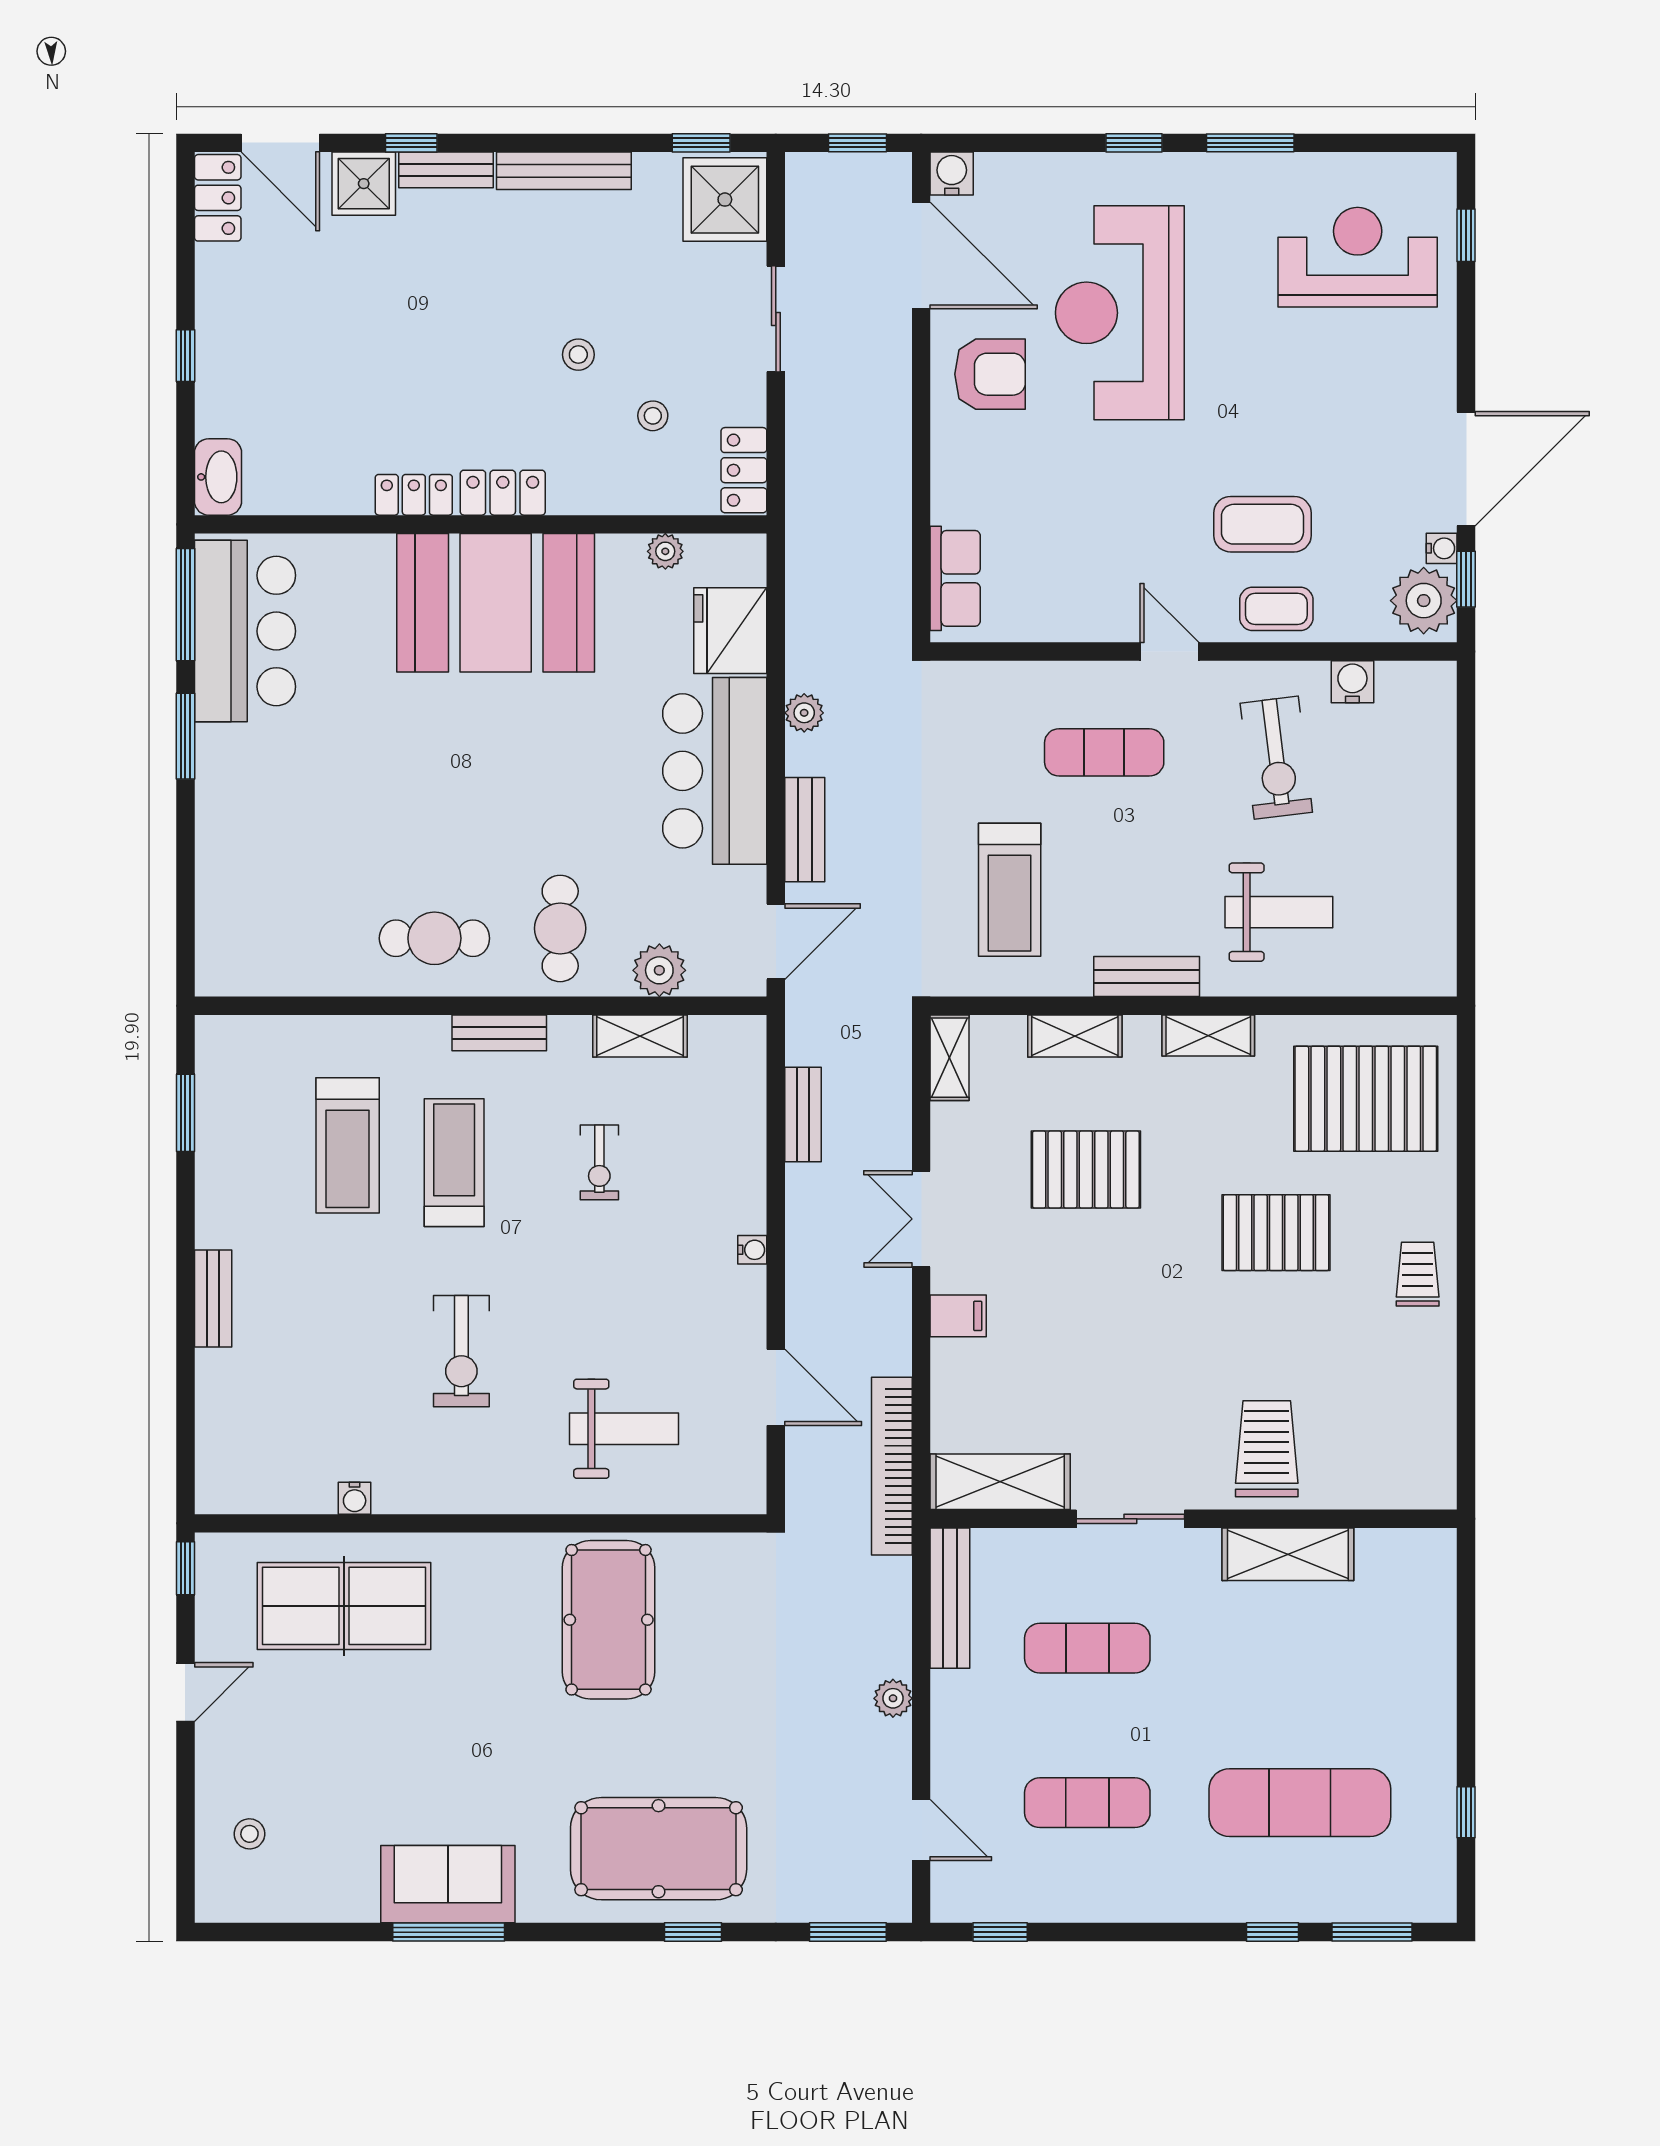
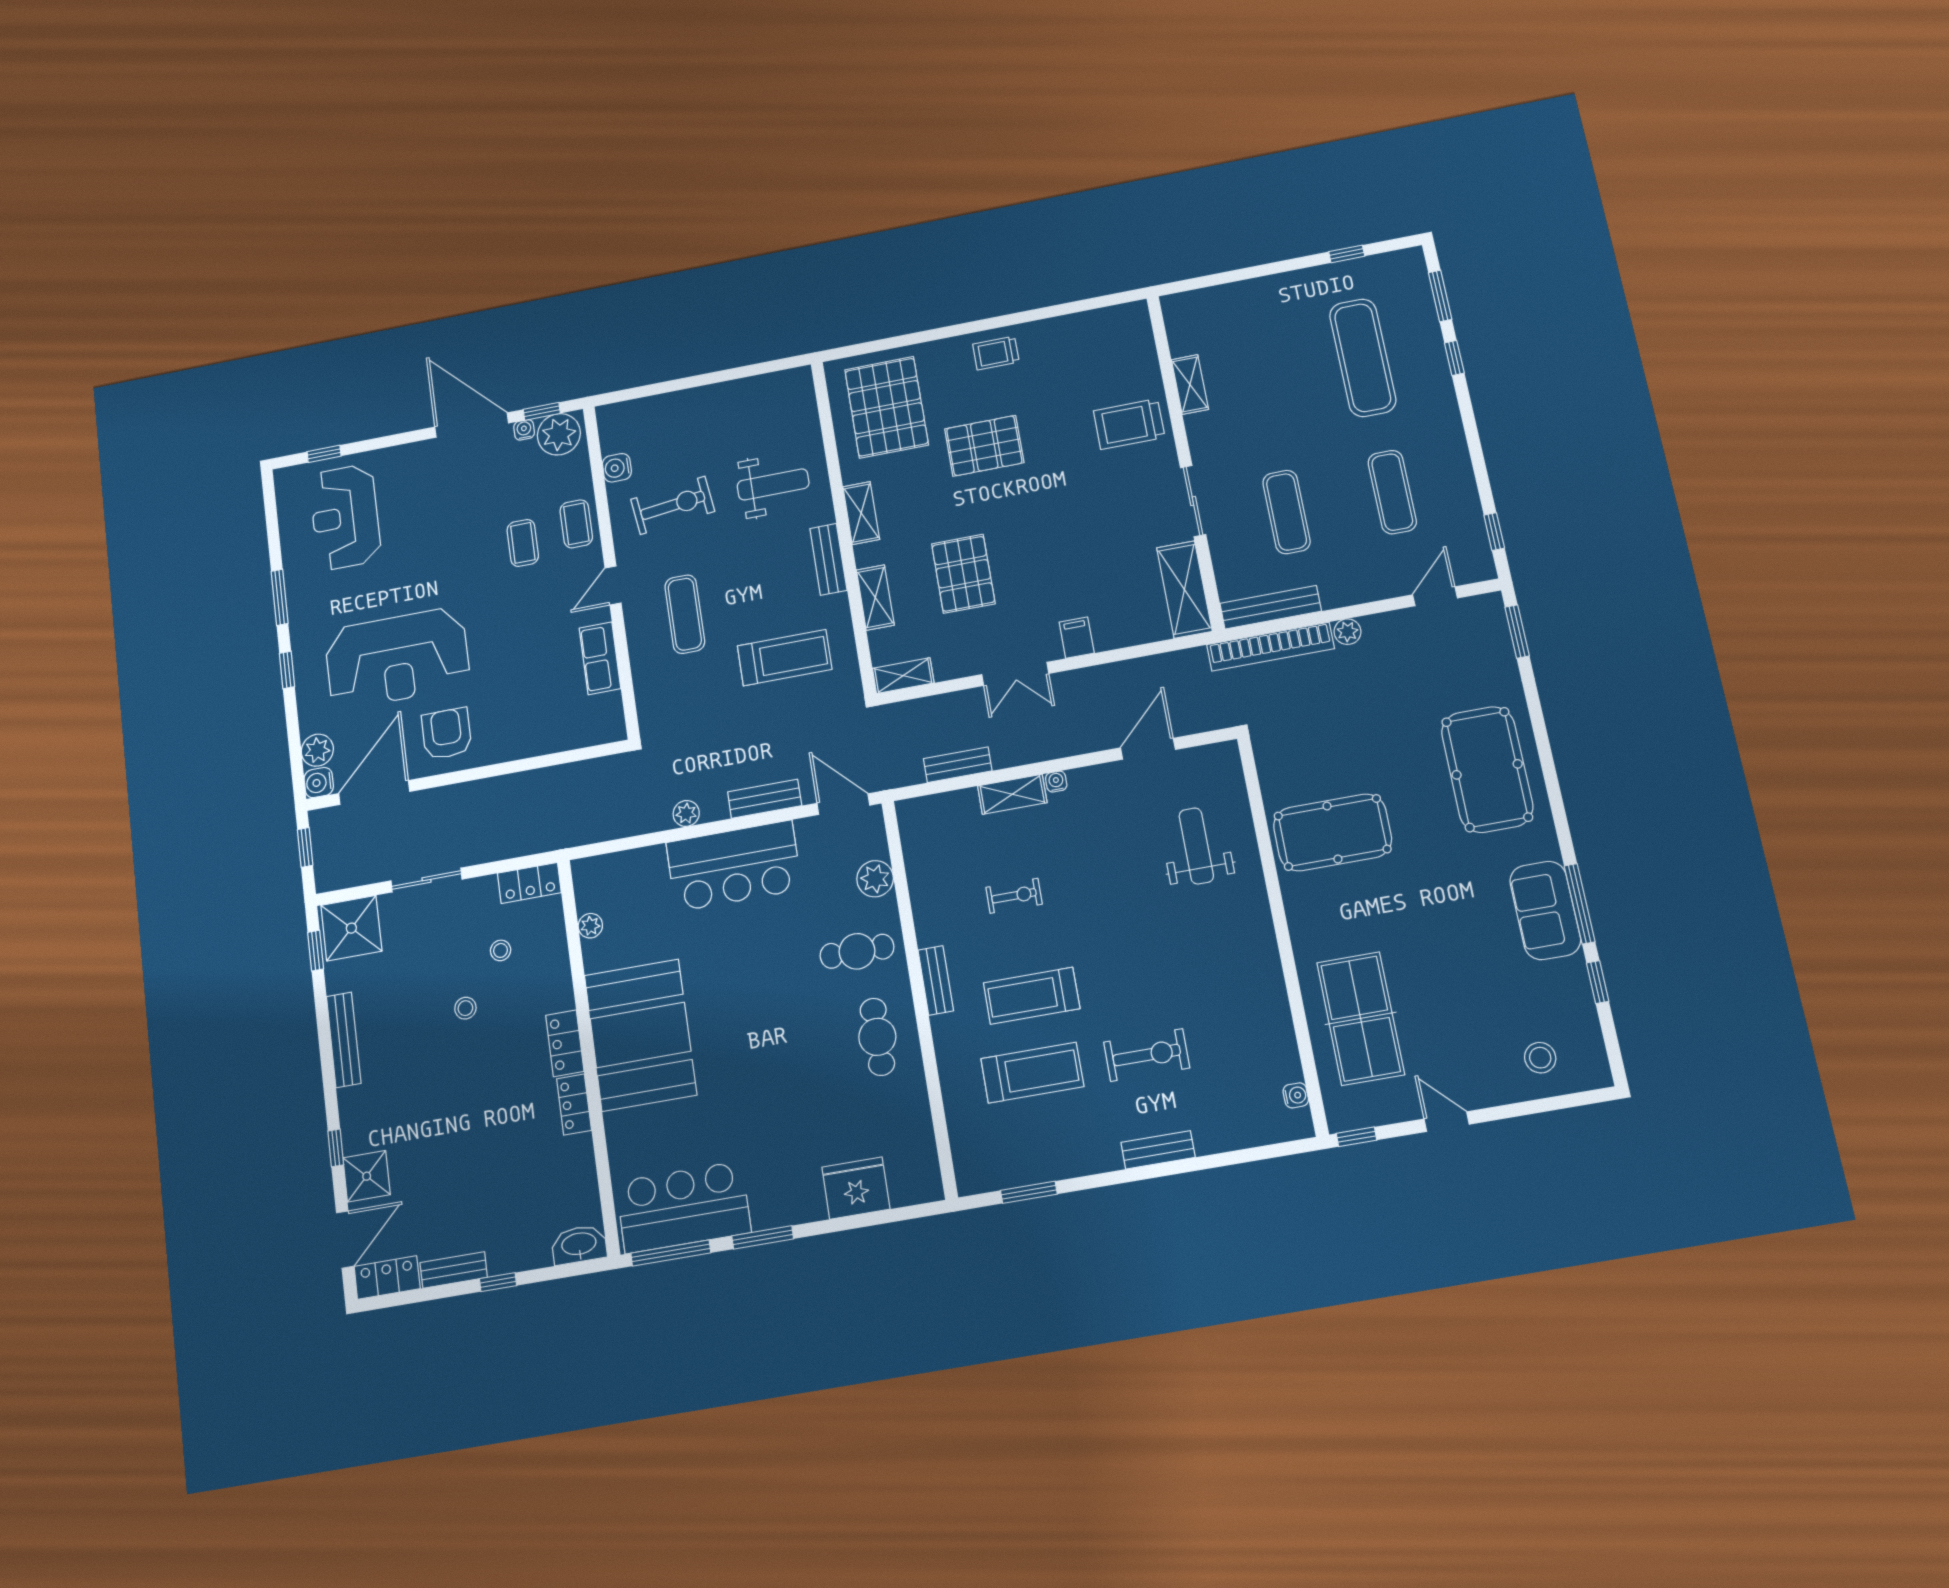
bench: (446, 170) -> (454, 1270), moved, turned 90
plant: (1001, 177) -> (317, 750), added
coffee table: (1262, 524) -> (523, 543), width x0.73, depth x0.77
row of seats: (955, 578) -> (600, 658), moved, turned -90
fridge: (730, 631) -> (856, 1188), moved, turned 180
weight bench: (1279, 912) -> (773, 484), turned 90
shelving: (640, 1036) -> (1012, 794), moved, turned 90
pallet: (1276, 1233) -> (984, 446), turned 90
exercise bike: (461, 1351) -> (1147, 1055), moved
bookcase: (892, 1466) -> (1270, 647), moved
water cooler: (355, 1498) -> (1296, 1095), moved
shelving: (1288, 1554) -> (1190, 384), width x0.67, depth x0.75
stool: (249, 1834) -> (1540, 1058), width x1.37, depth x1.37
window: (693, 1932) -> (1598, 982), moved

